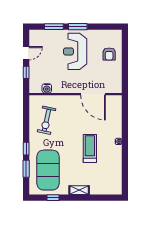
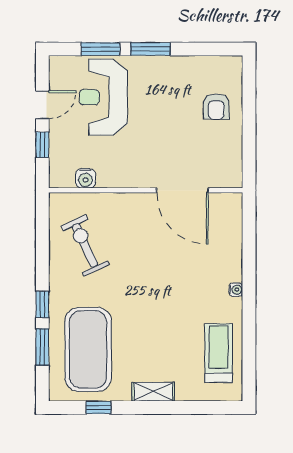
reception desk: (75, 51) -> (103, 97), moved
exercise bike: (47, 120) -> (85, 245), turned 143
treadmill: (90, 148) -> (219, 353), moved

